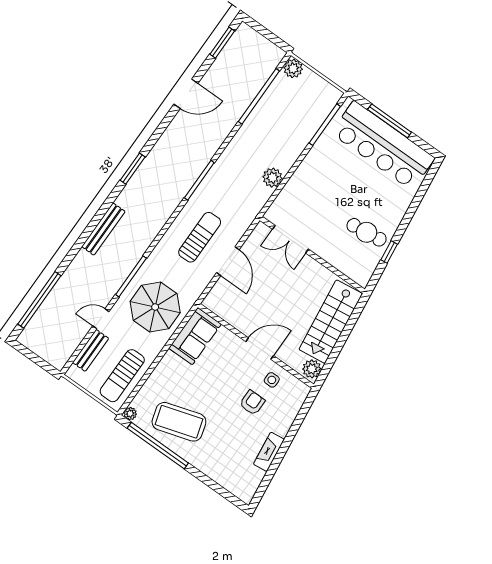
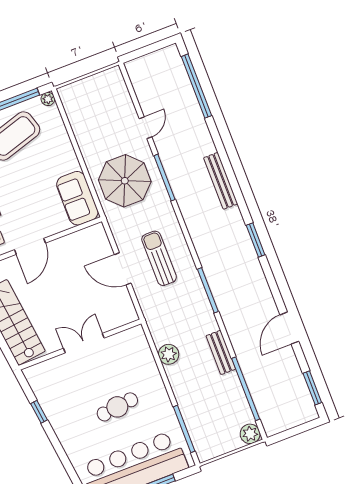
cafe table: (367, 232) -> (117, 407), moved
sun lounger: (200, 237) -> (159, 258), turned 180
double door: (290, 239) -> (84, 343), moved
bench: (91, 350) -> (221, 352), moved
sun lounger: (122, 376) -> (85, 114), removed

